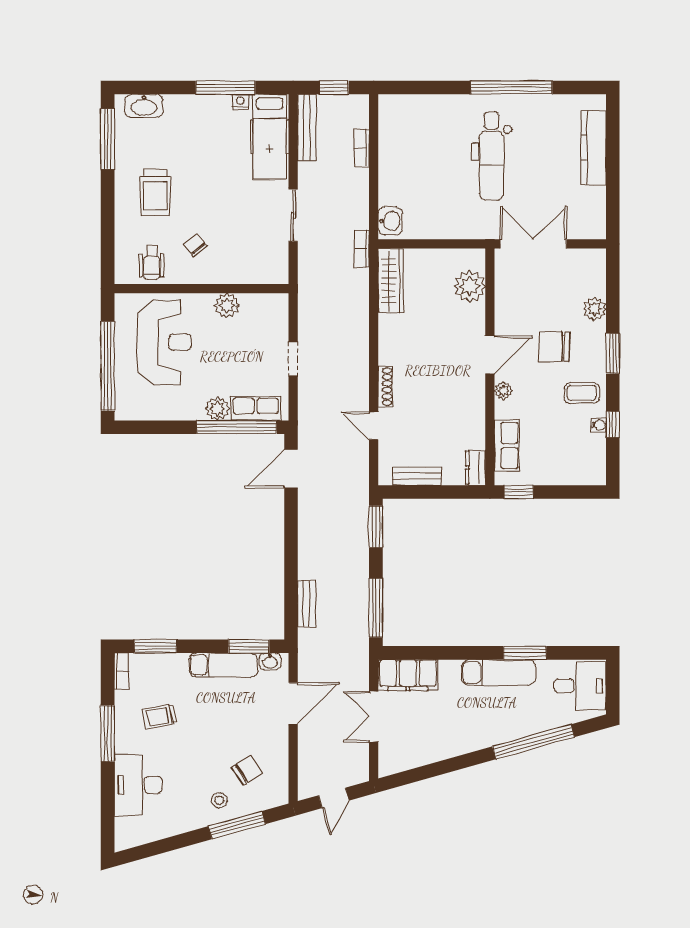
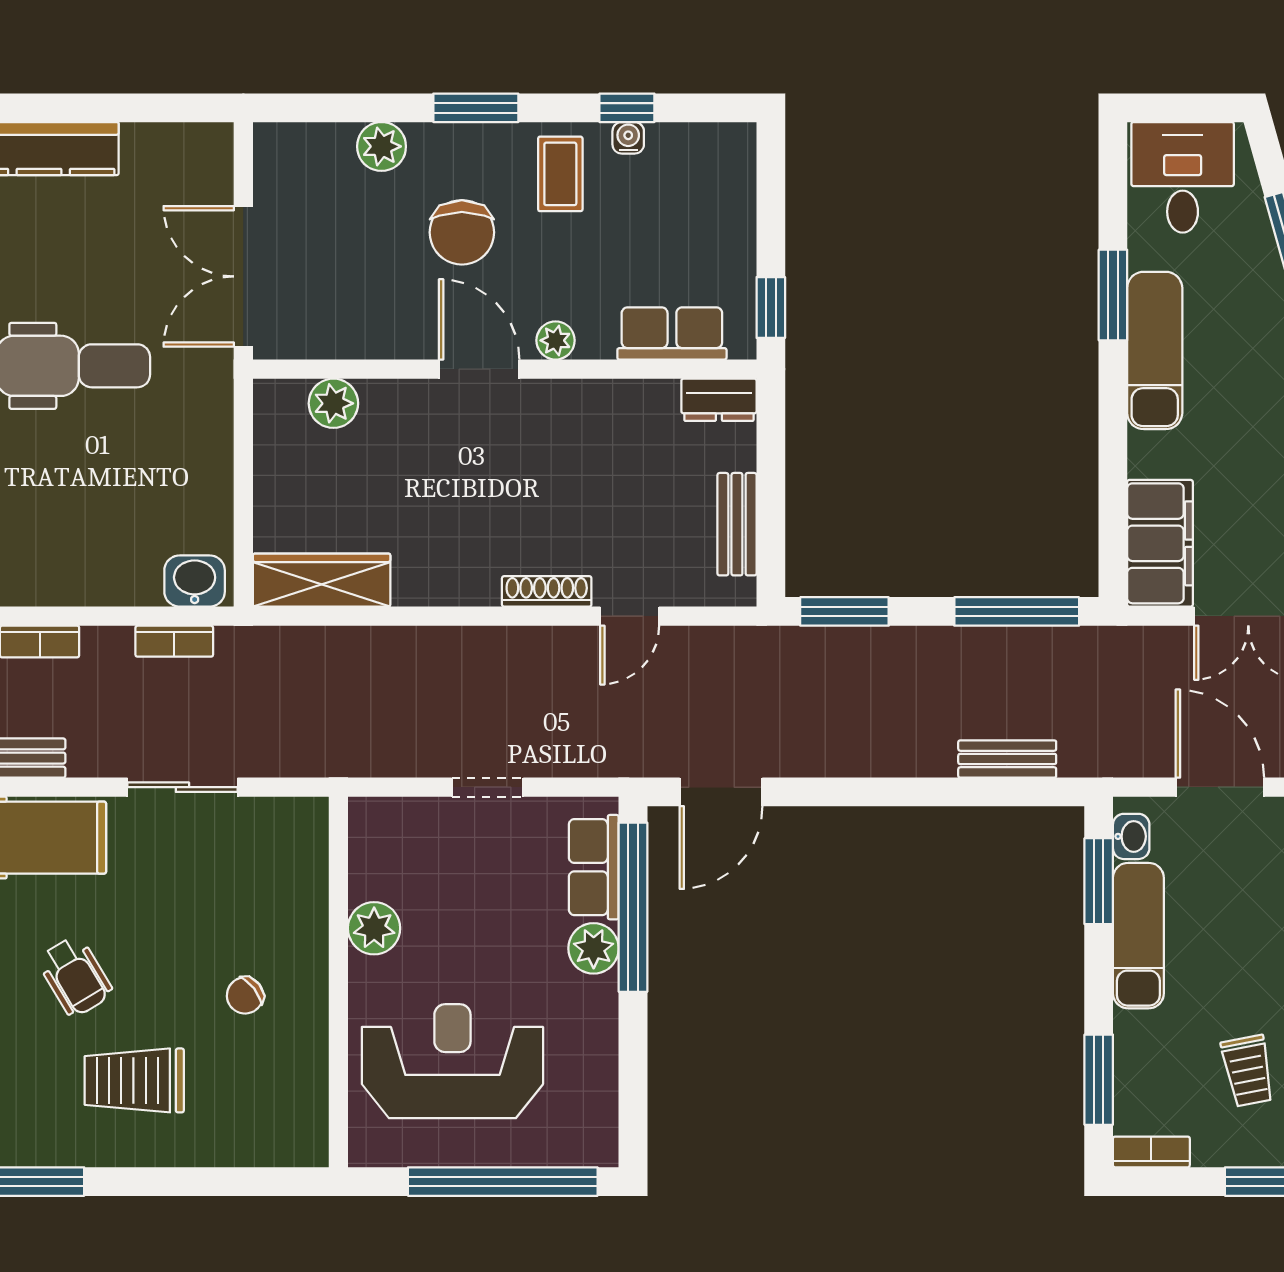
trolley: (155, 193) -> (134, 1080), turned 180
bookcase: (362, 249) -> (174, 641), moved
wheelchair: (152, 263) -> (75, 976), moved, turned 59
plant: (470, 286) -> (333, 403), width x0.73, depth x0.73
door: (291, 469) -> (721, 792), hinge flipped

